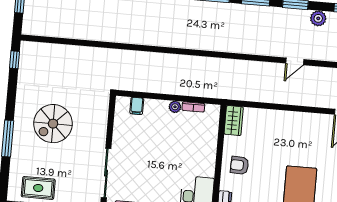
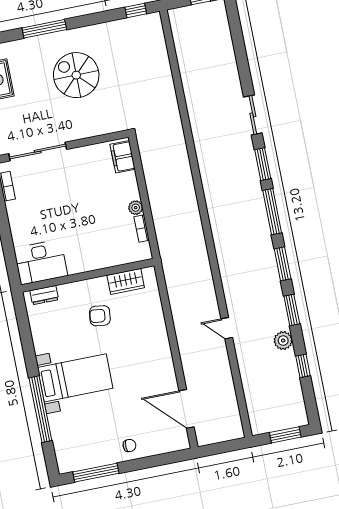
filing cabinet: (137, 106) -> (123, 157), width x2.00
wardrobe: (234, 121) -> (126, 281), moved
armchair: (239, 165) -> (100, 316), moved, turned -85

